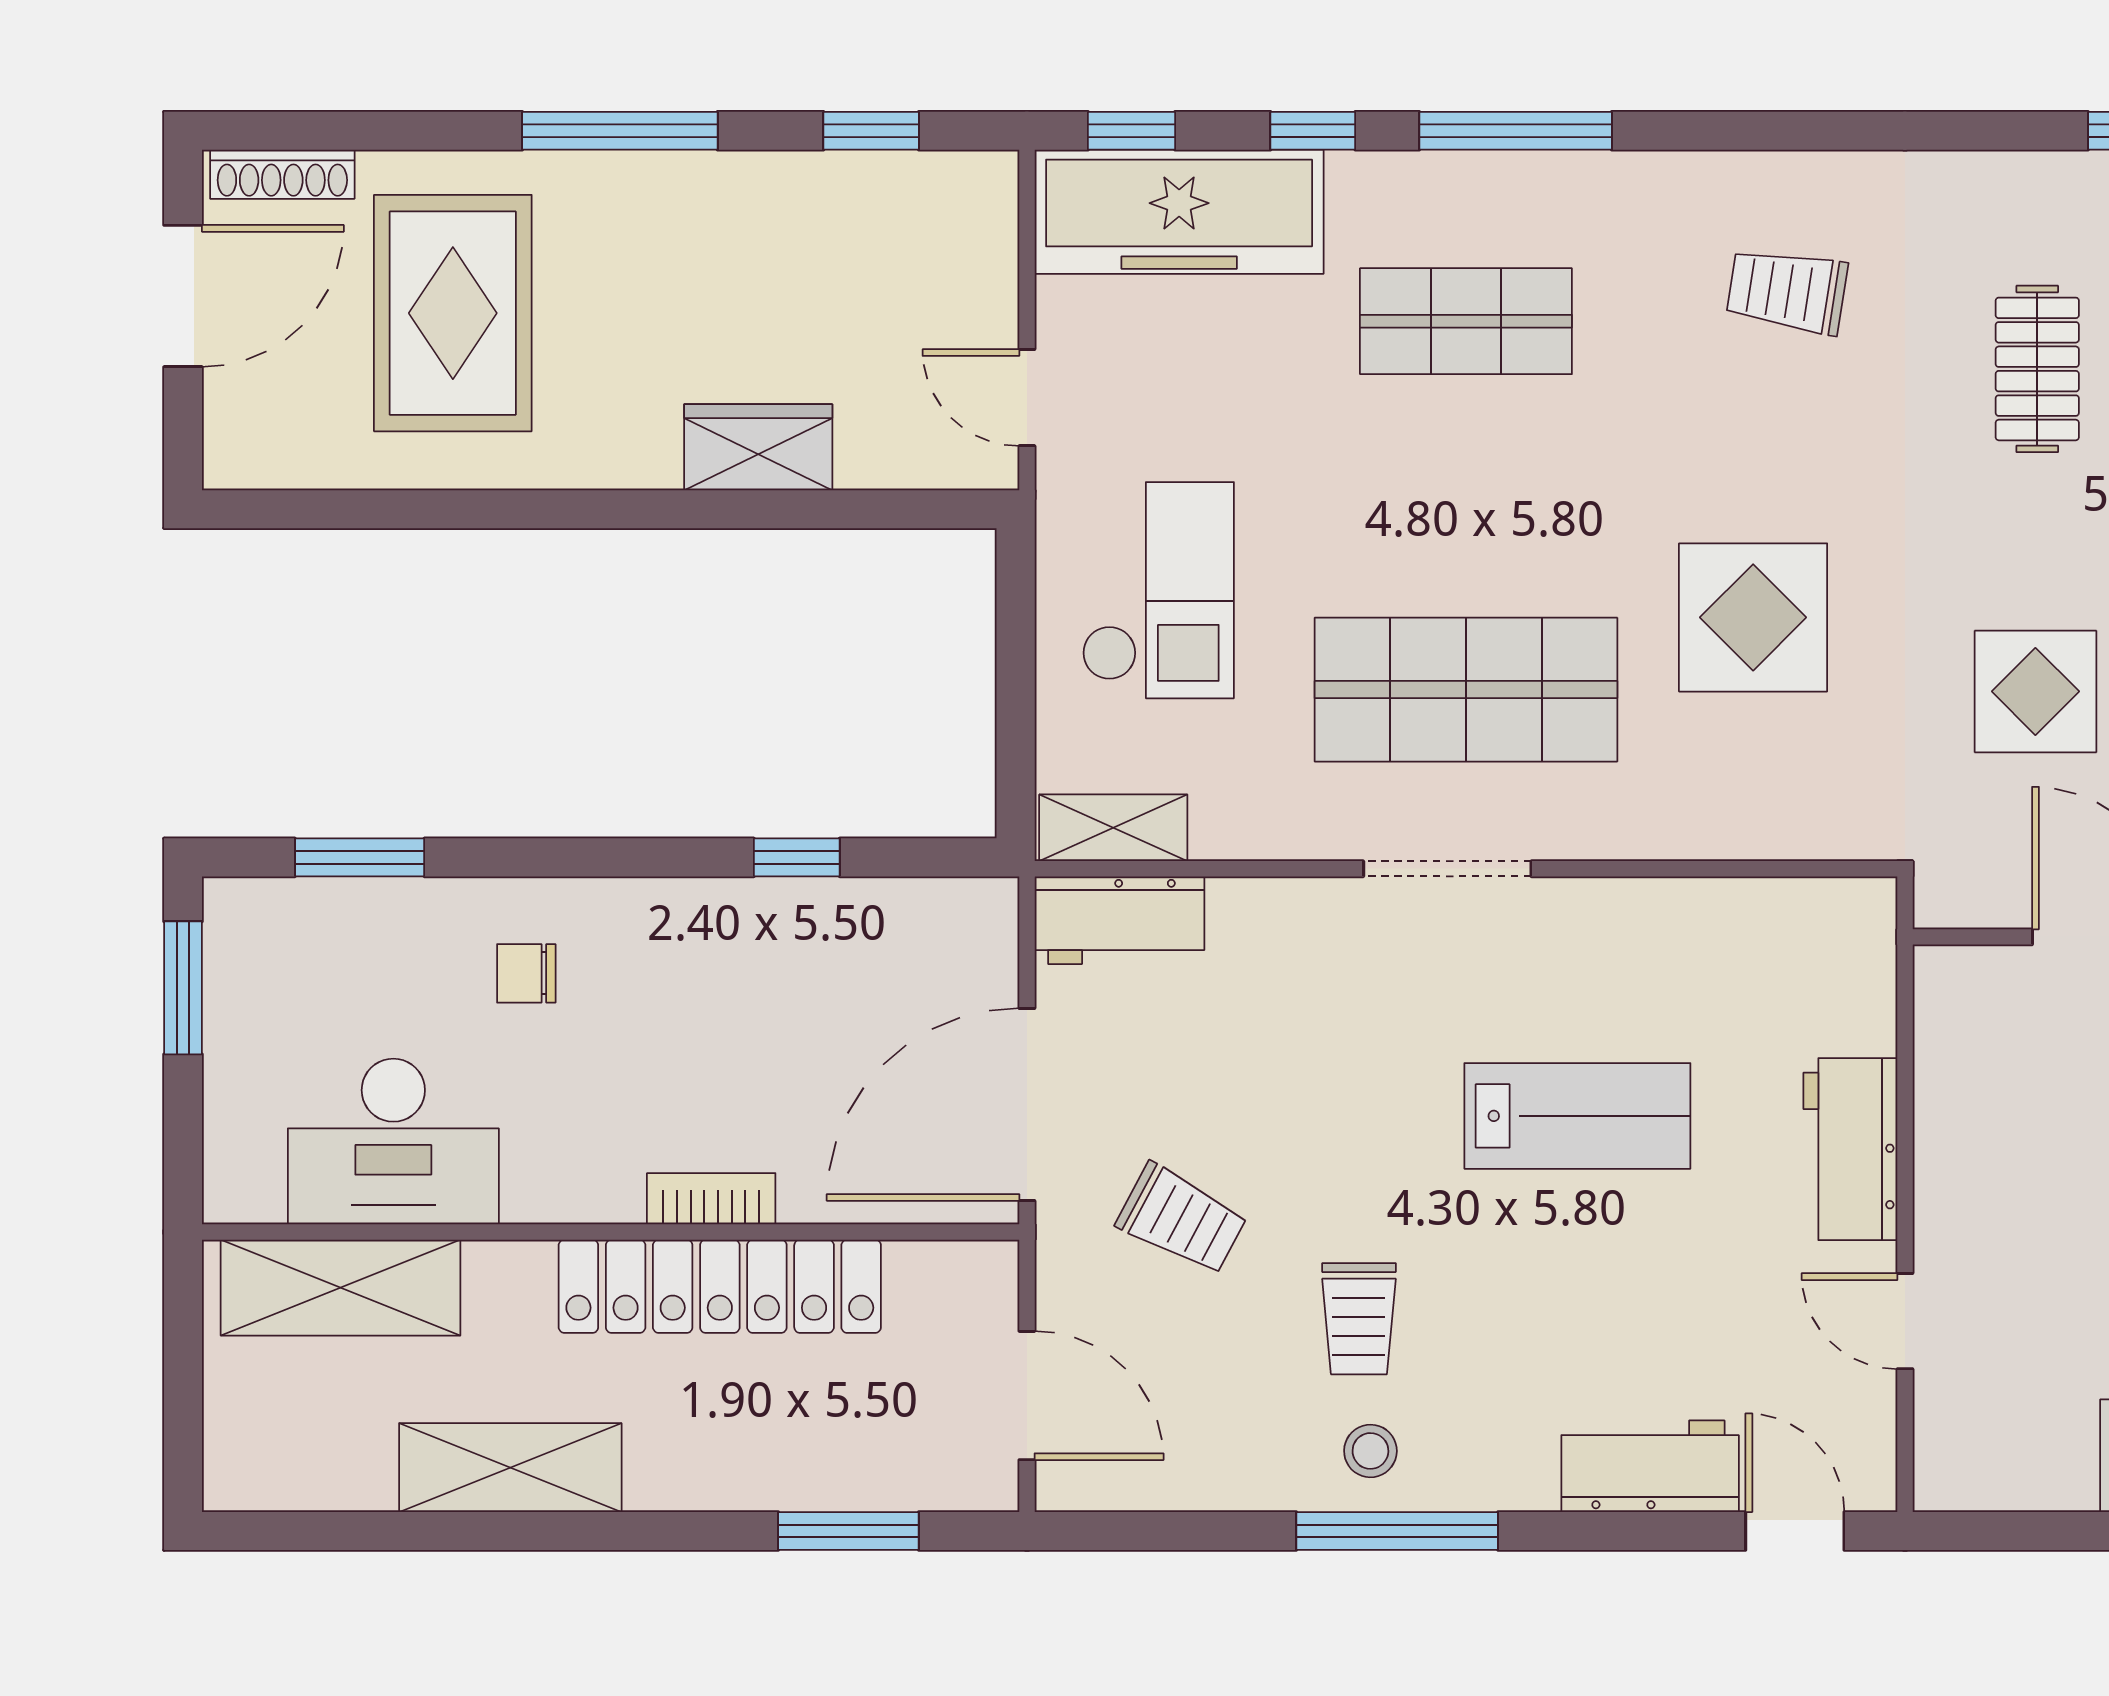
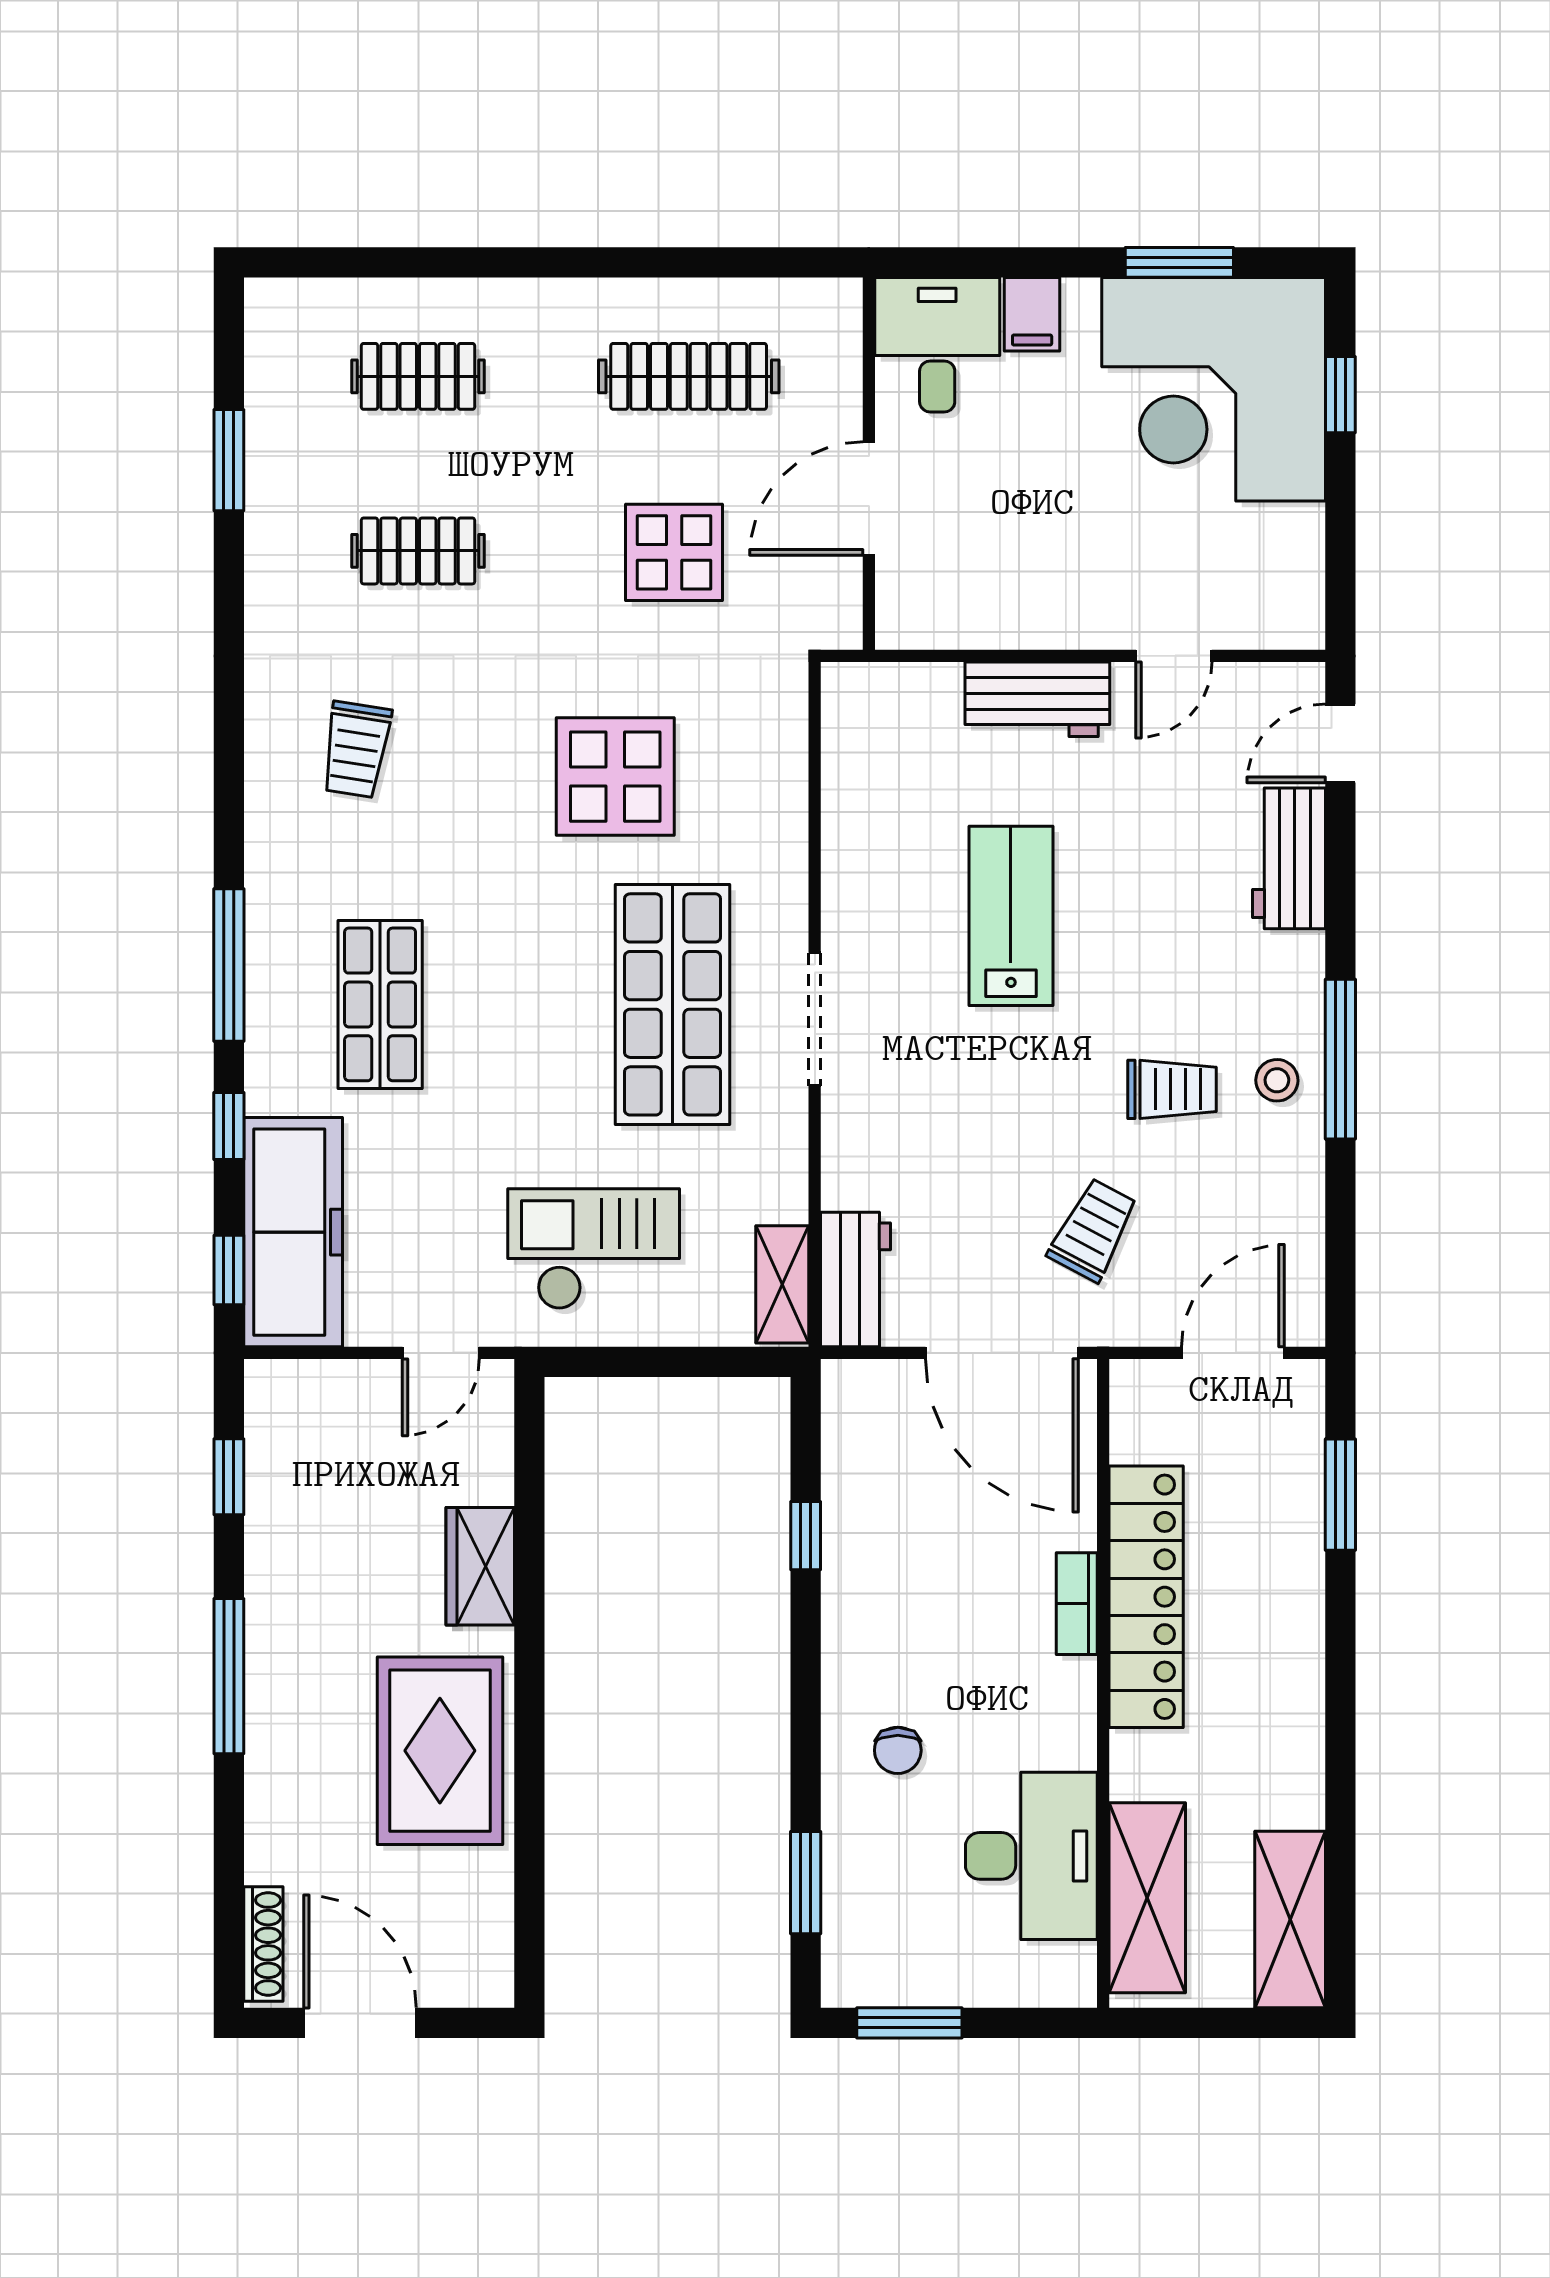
rug: (453, 313) -> (440, 1751), moved, turned 90
shelving: (510, 1468) -> (1290, 1920), moved

